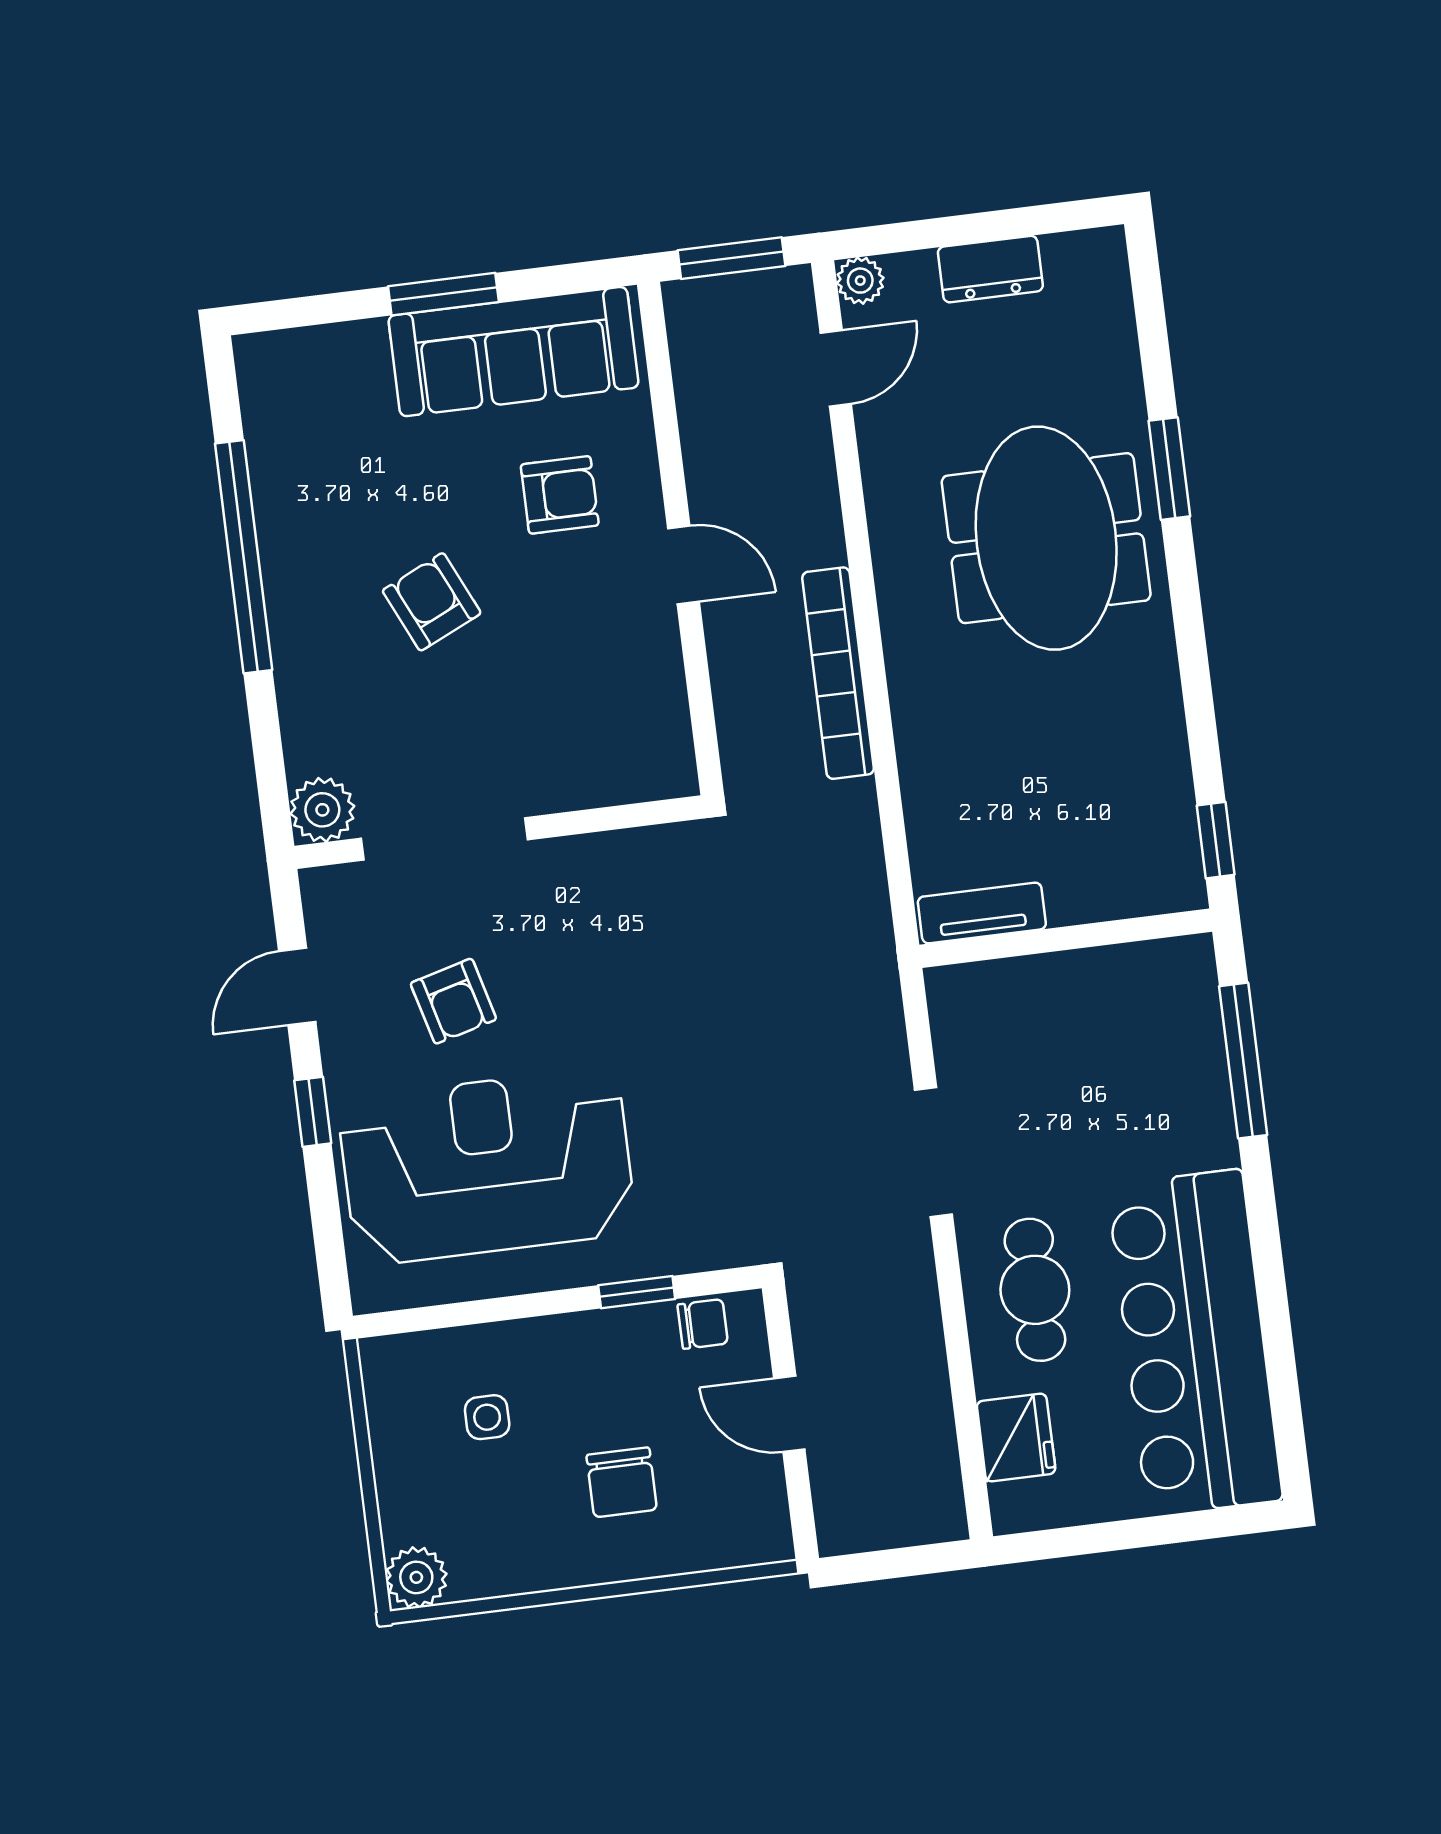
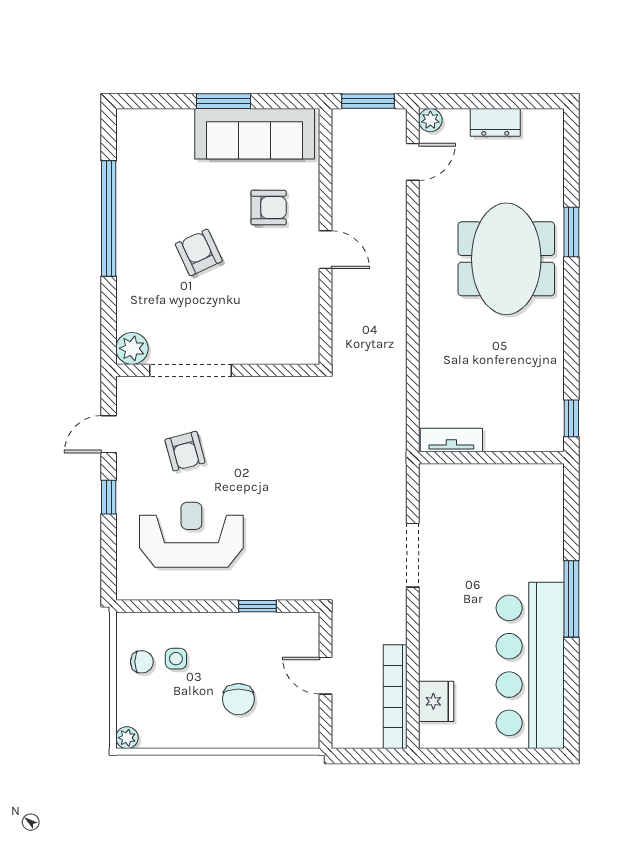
bookcase: (838, 673) -> (395, 697), moved
window: (1243, 1061) -> (571, 599), moved
reception desk: (487, 1166) -> (191, 535), width x0.74, depth x0.77
cafe table: (1035, 1290) -> (454, 629), removed
chair: (703, 1324) -> (142, 662), moved
plant: (416, 1577) -> (127, 738), width x0.73, depth x0.73

